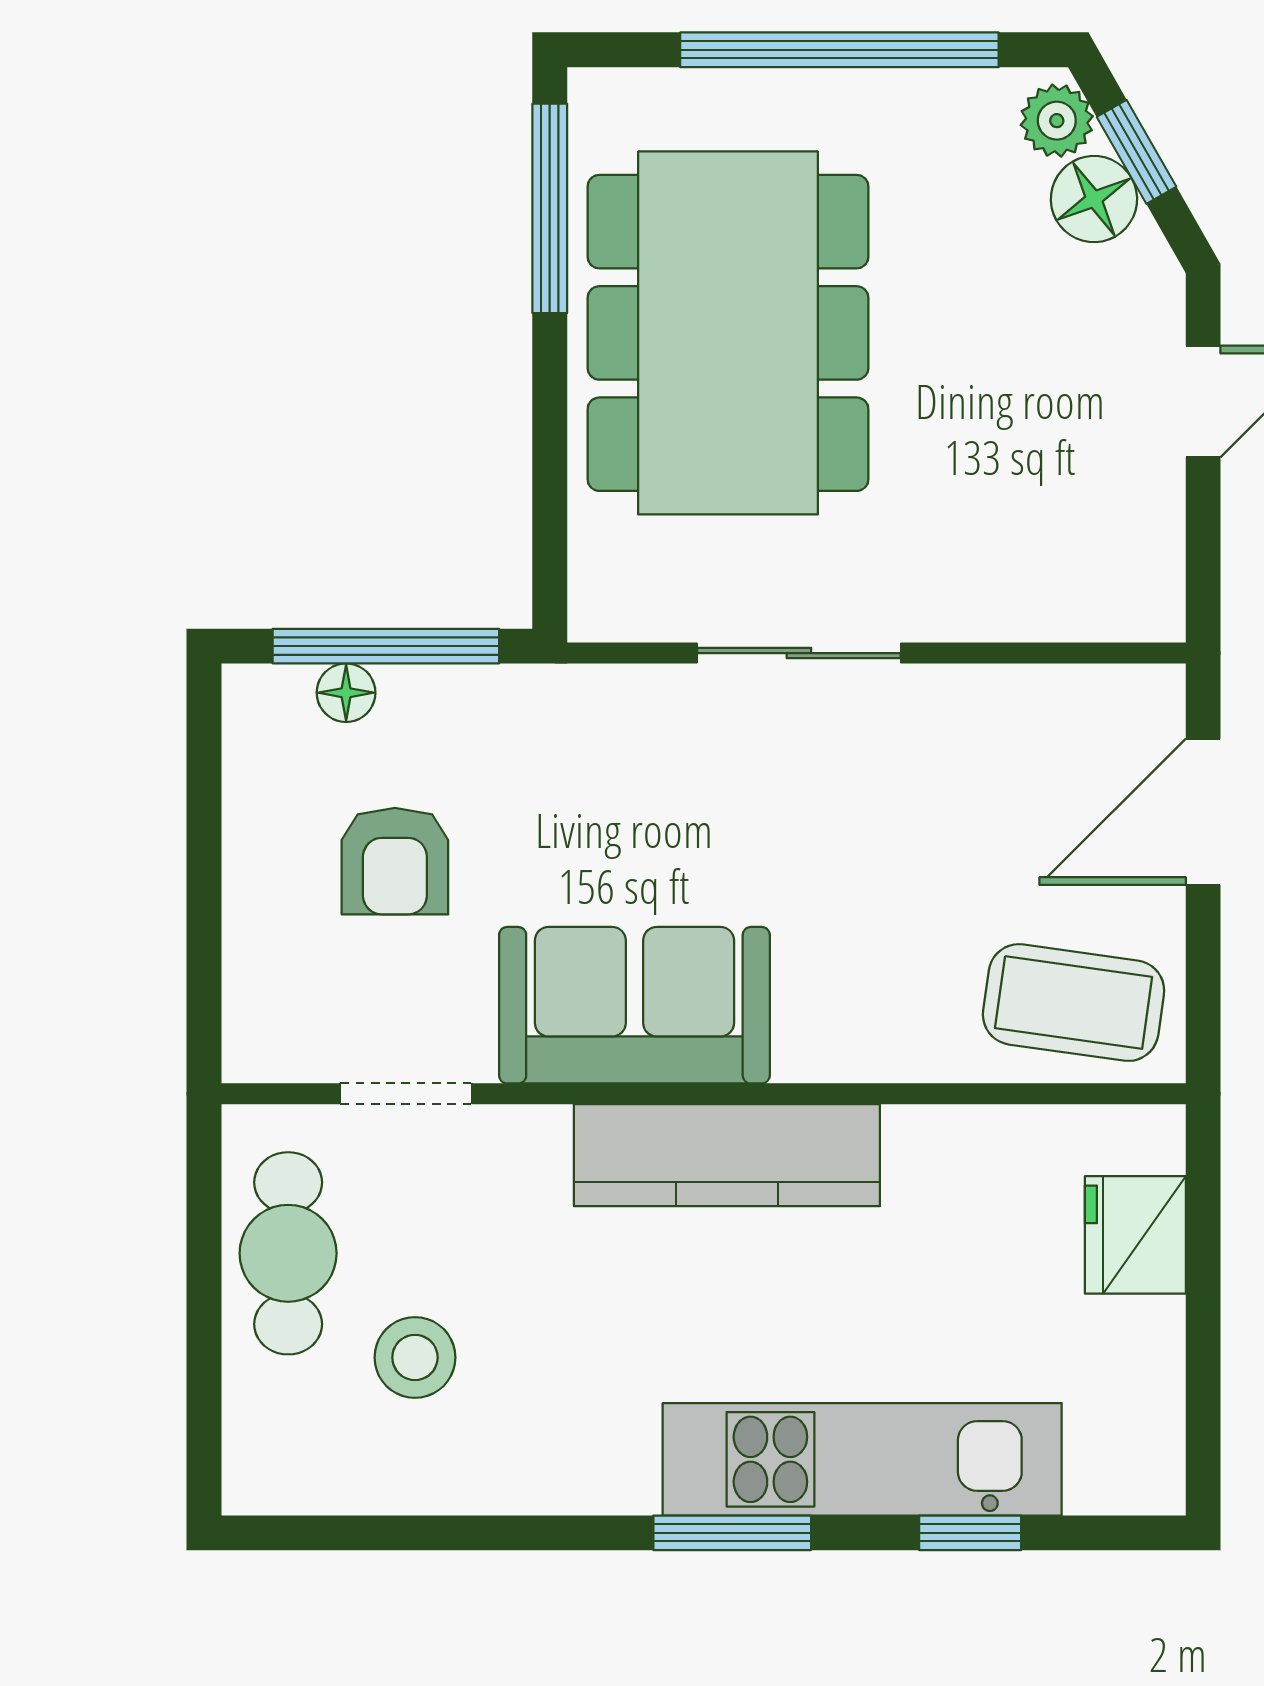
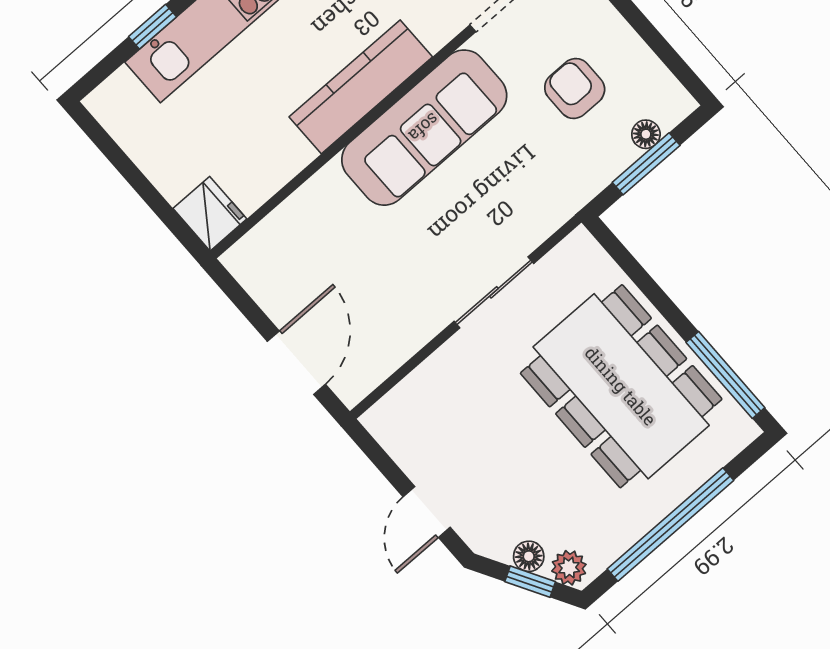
floor lamp: (1094, 199) -> (529, 556), width x0.73, depth x0.73
window: (386, 646) -> (646, 164), width x0.69
coffee table: (1074, 1003) -> (283, 252), removed
sofa: (634, 1005) -> (424, 128), width x1.36
fridge: (1135, 1235) -> (210, 214), moved

